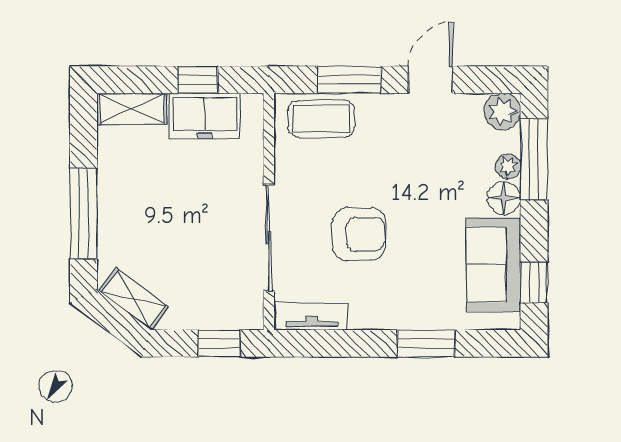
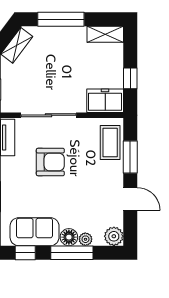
shelving: (132, 109) -> (105, 34), moved, turned 90
freezer: (204, 116) -> (105, 101), moved, turned 90
window: (534, 159) -> (72, 253), moved
armchair: (359, 234) -> (50, 162), turned -90

